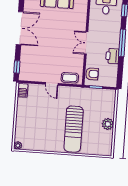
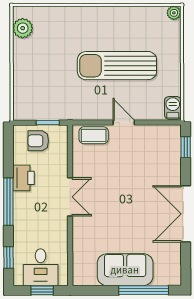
armchair: (92, 74) -> (38, 141), moved
plant: (108, 124) -> (23, 28), moved
sun lounger: (74, 129) -> (117, 66), moved, turned -90

